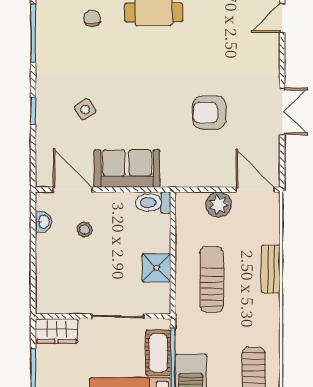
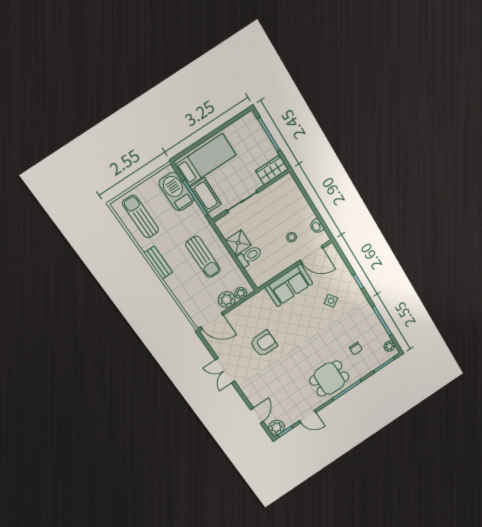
plant: (195, 201) -> (241, 293), added
toilet: (153, 203) -> (250, 256), moved
bench: (271, 269) -> (158, 263), moved

